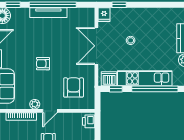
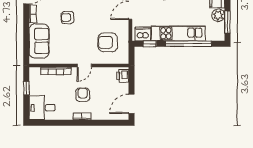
armchair: (43, 64) -> (67, 17), moved
armchair: (74, 87) -> (108, 42), turned -90
plant: (35, 104) -> (69, 59), removed

